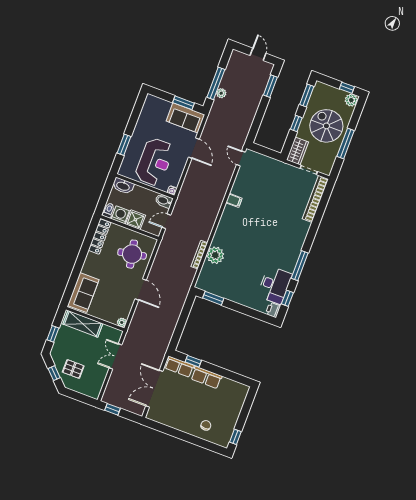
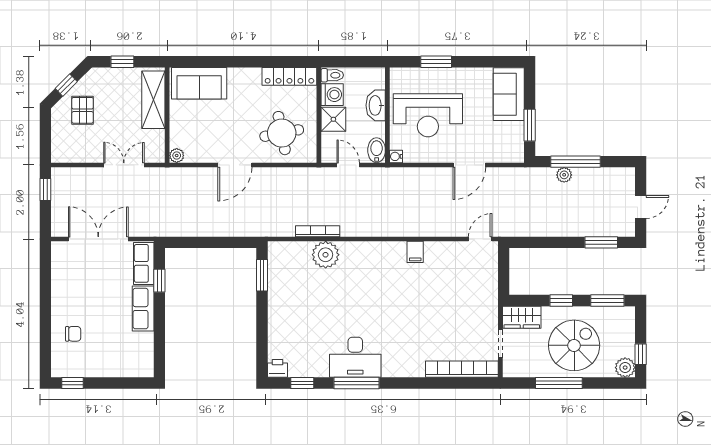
sofa: (185, 118) -> (509, 94), moved
washbasin: (123, 186) -> (376, 105), moved
desk: (275, 285) -> (355, 357), moved

